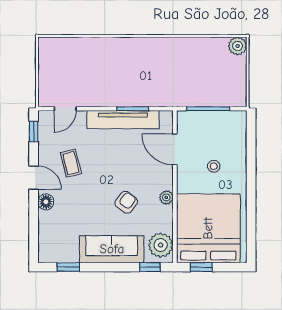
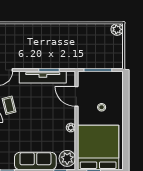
armchair: (126, 202) -> (45, 131), removed

